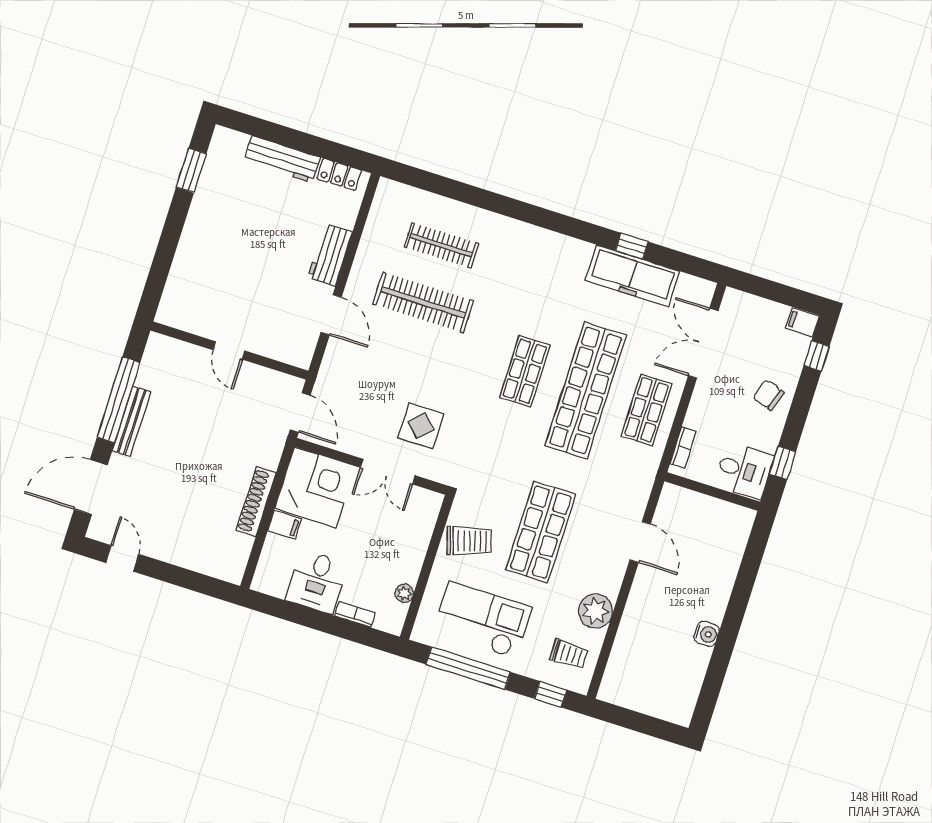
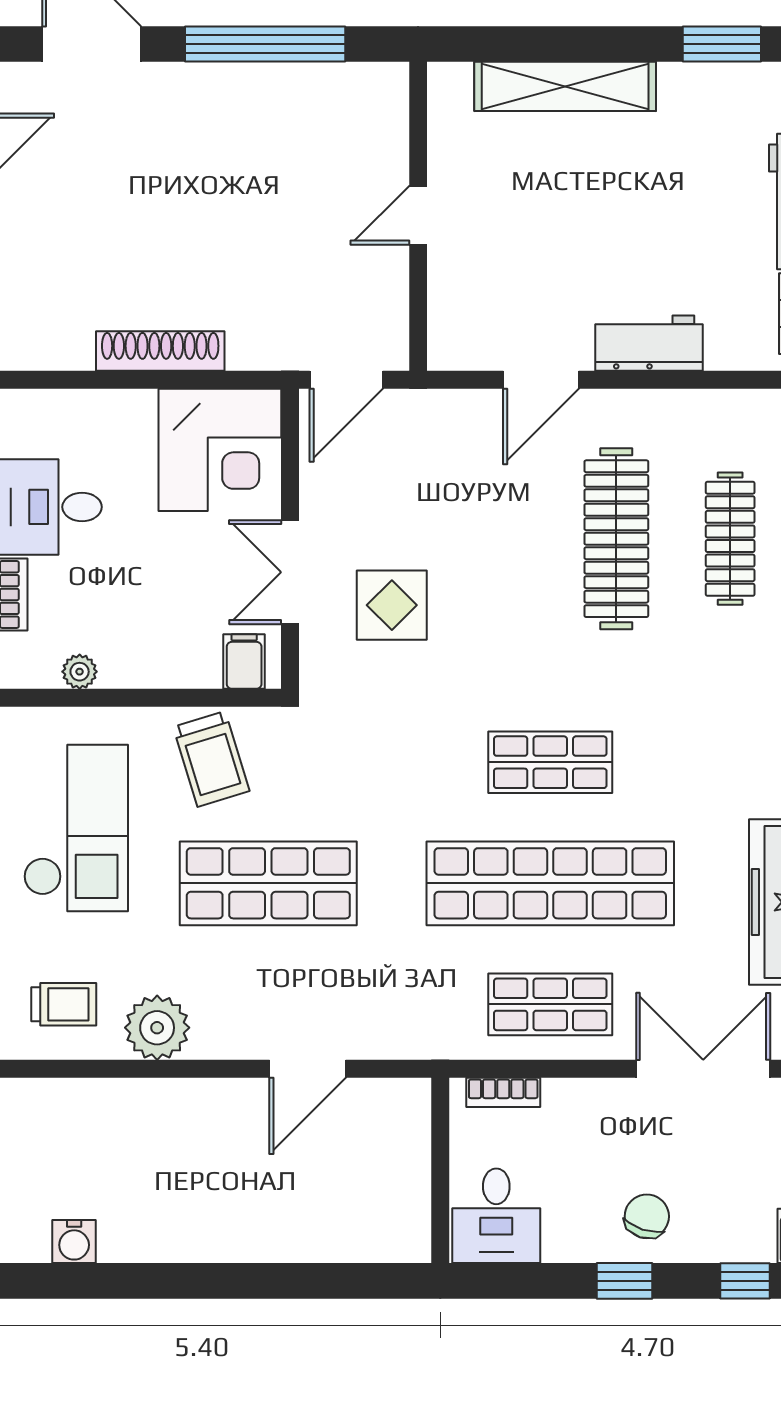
shelving: (188, 256) -> (565, 86), added
bench: (132, 421) -> (234, 80), removed
window: (783, 463) -> (625, 1281), moved
filing cabinet: (285, 525) -> (244, 661), moved, turned 180
water cooler: (707, 634) -> (74, 1242), moved
trolley: (569, 654) -> (64, 1004), turned -90

